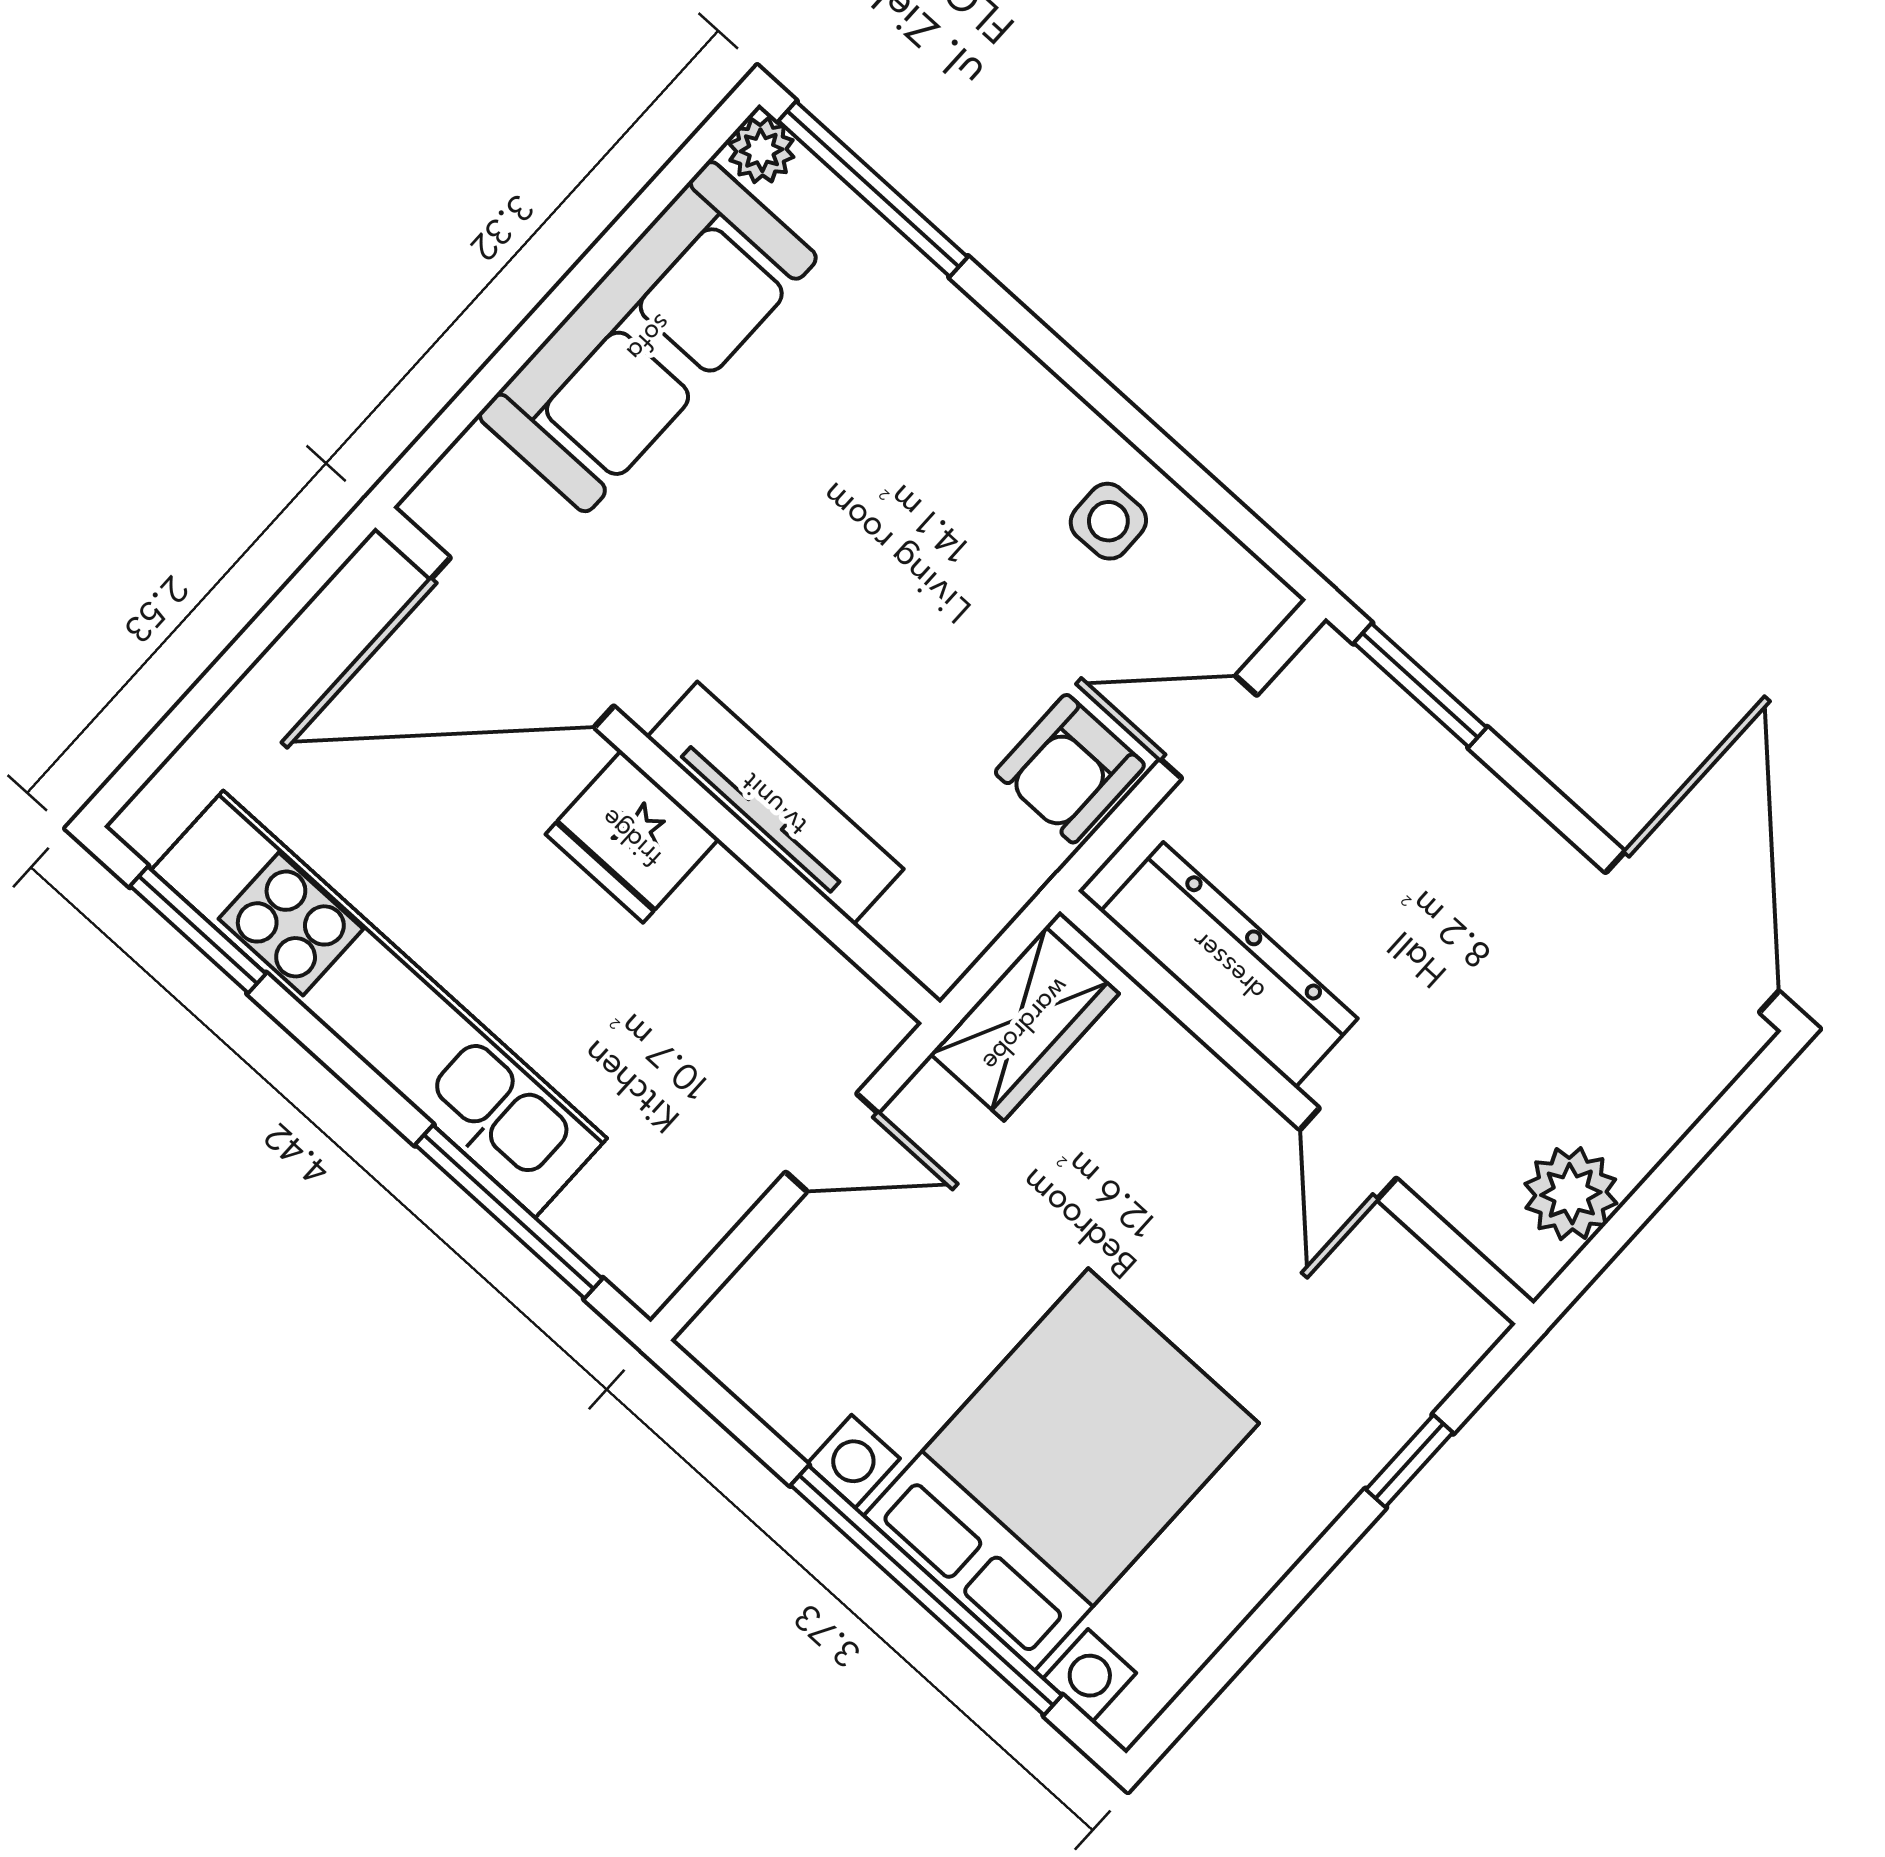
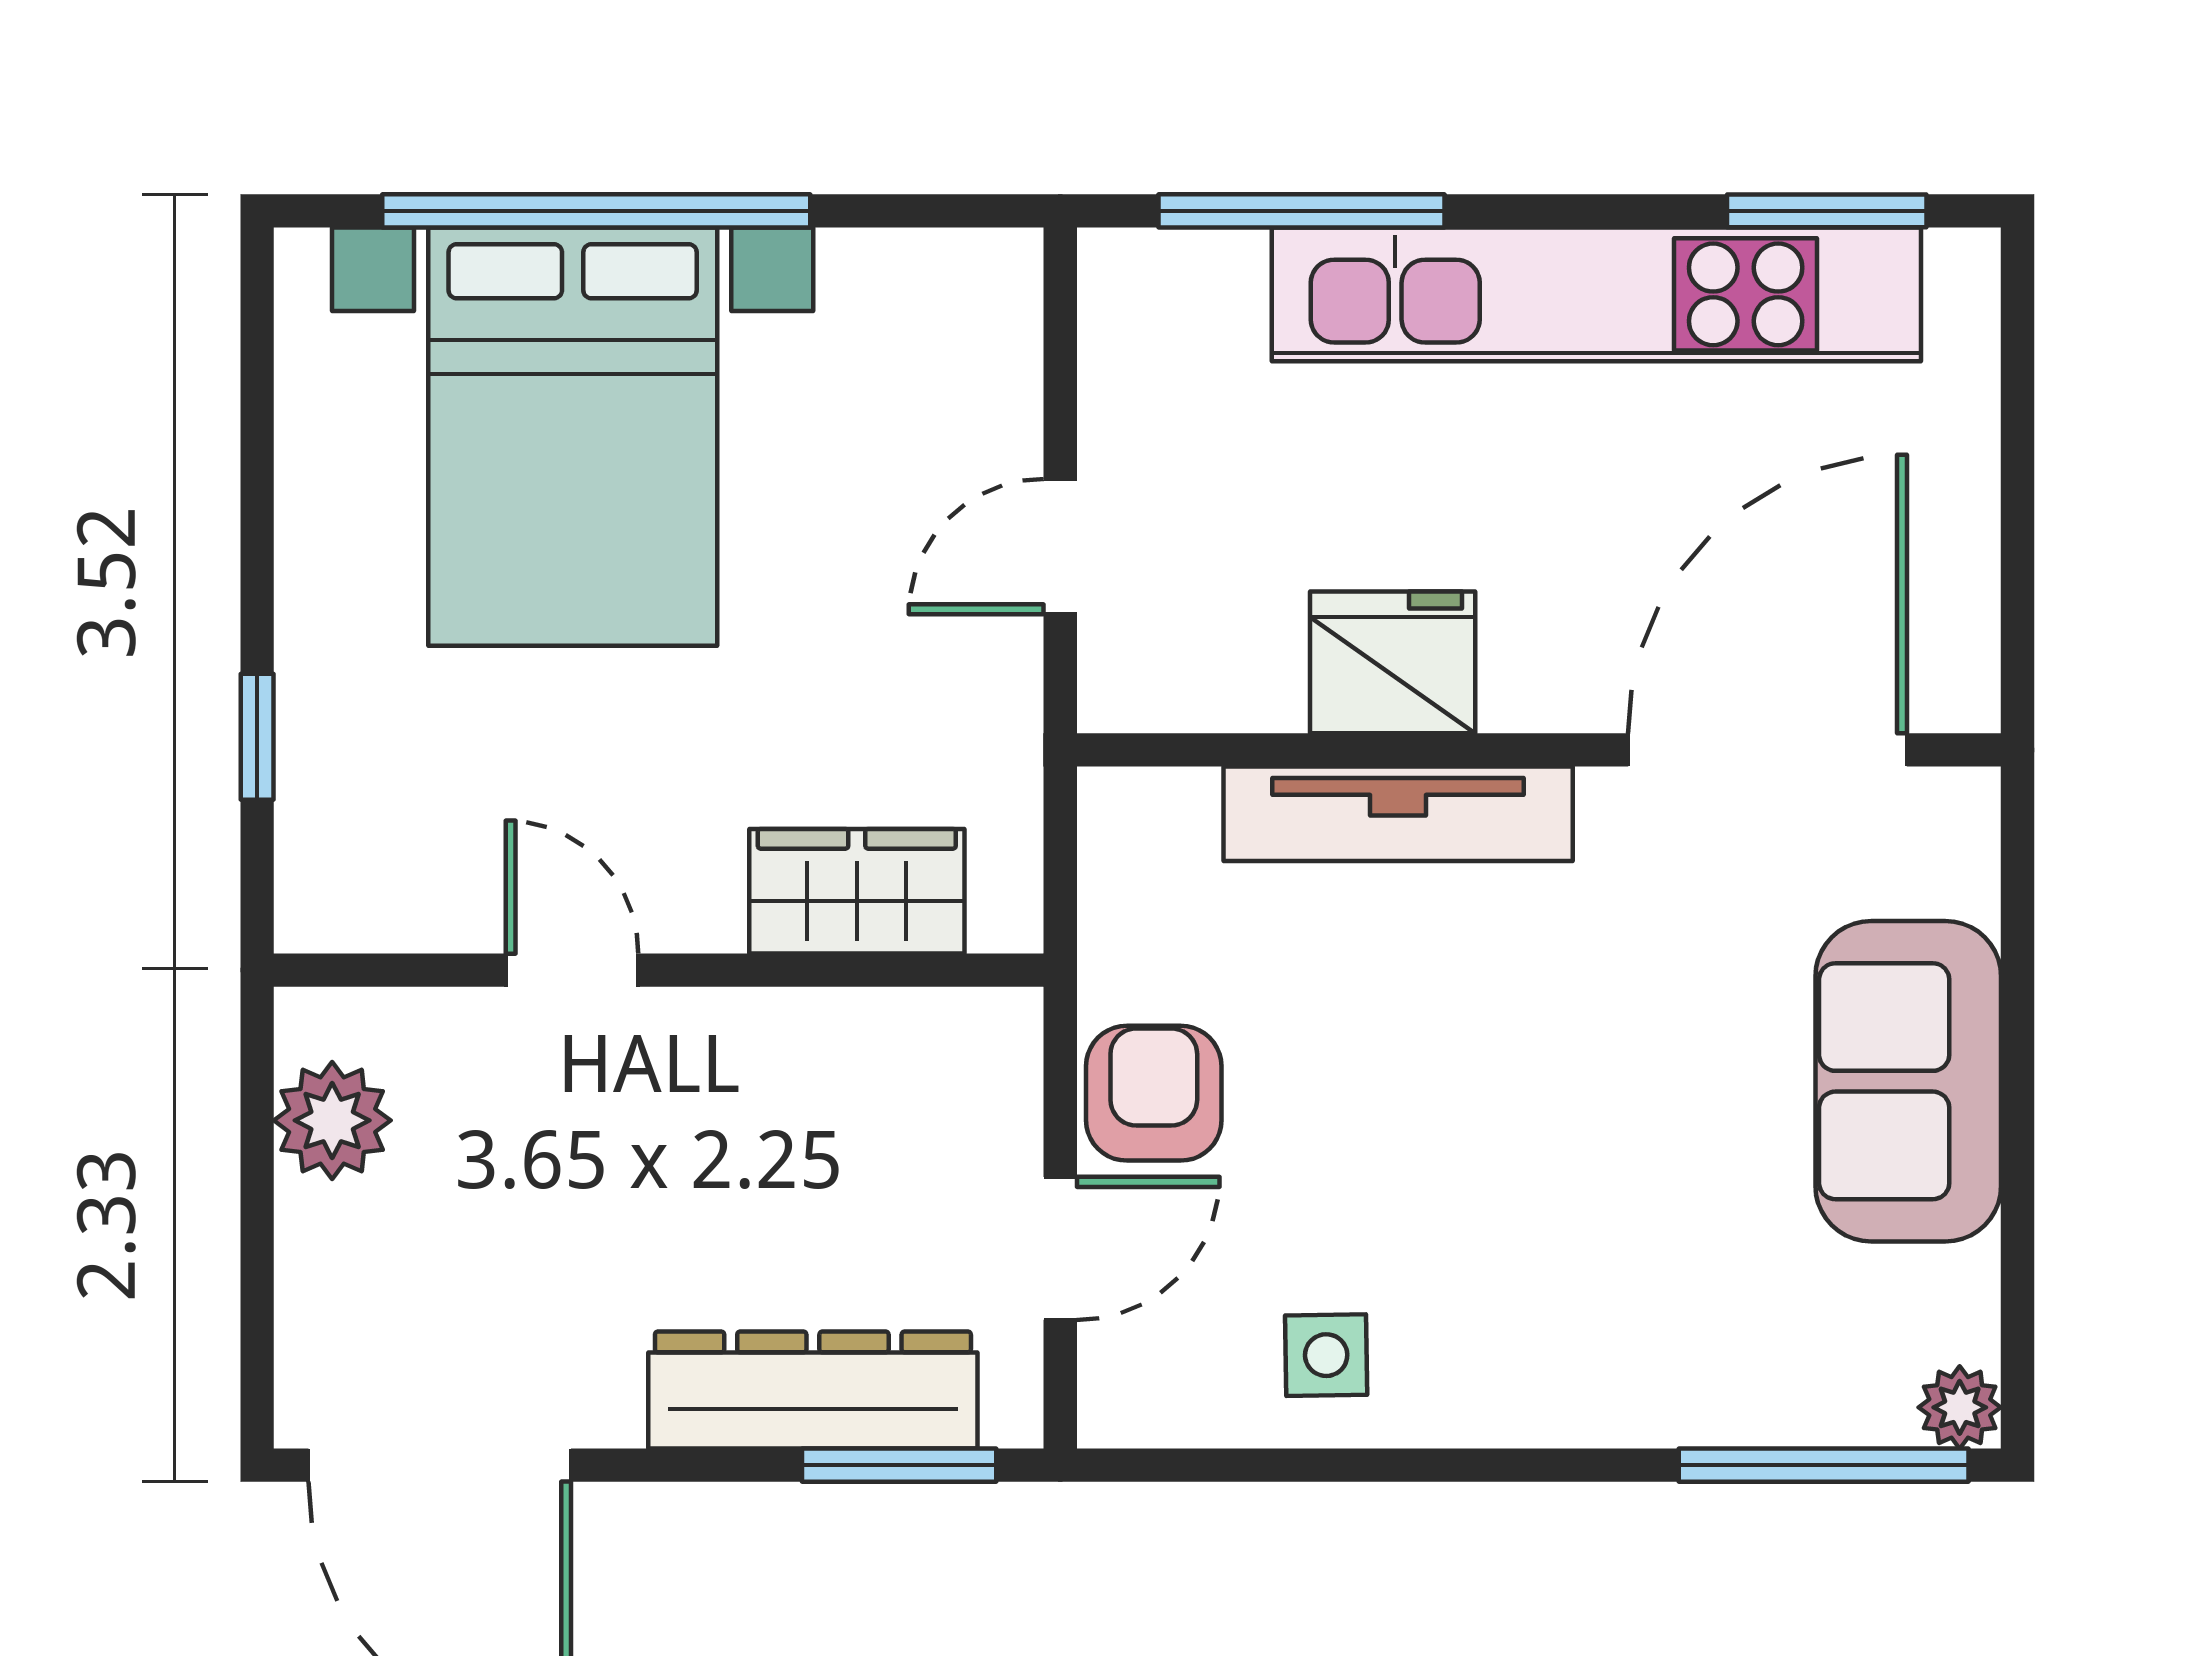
sofa: (648, 337) -> (1908, 1081), width x0.73
fridge: (632, 837) -> (1393, 662), moved
dresser: (1229, 965) -> (813, 1390), moved, turned 180
wardrobe: (1025, 1024) -> (857, 891), moved, turned 90

